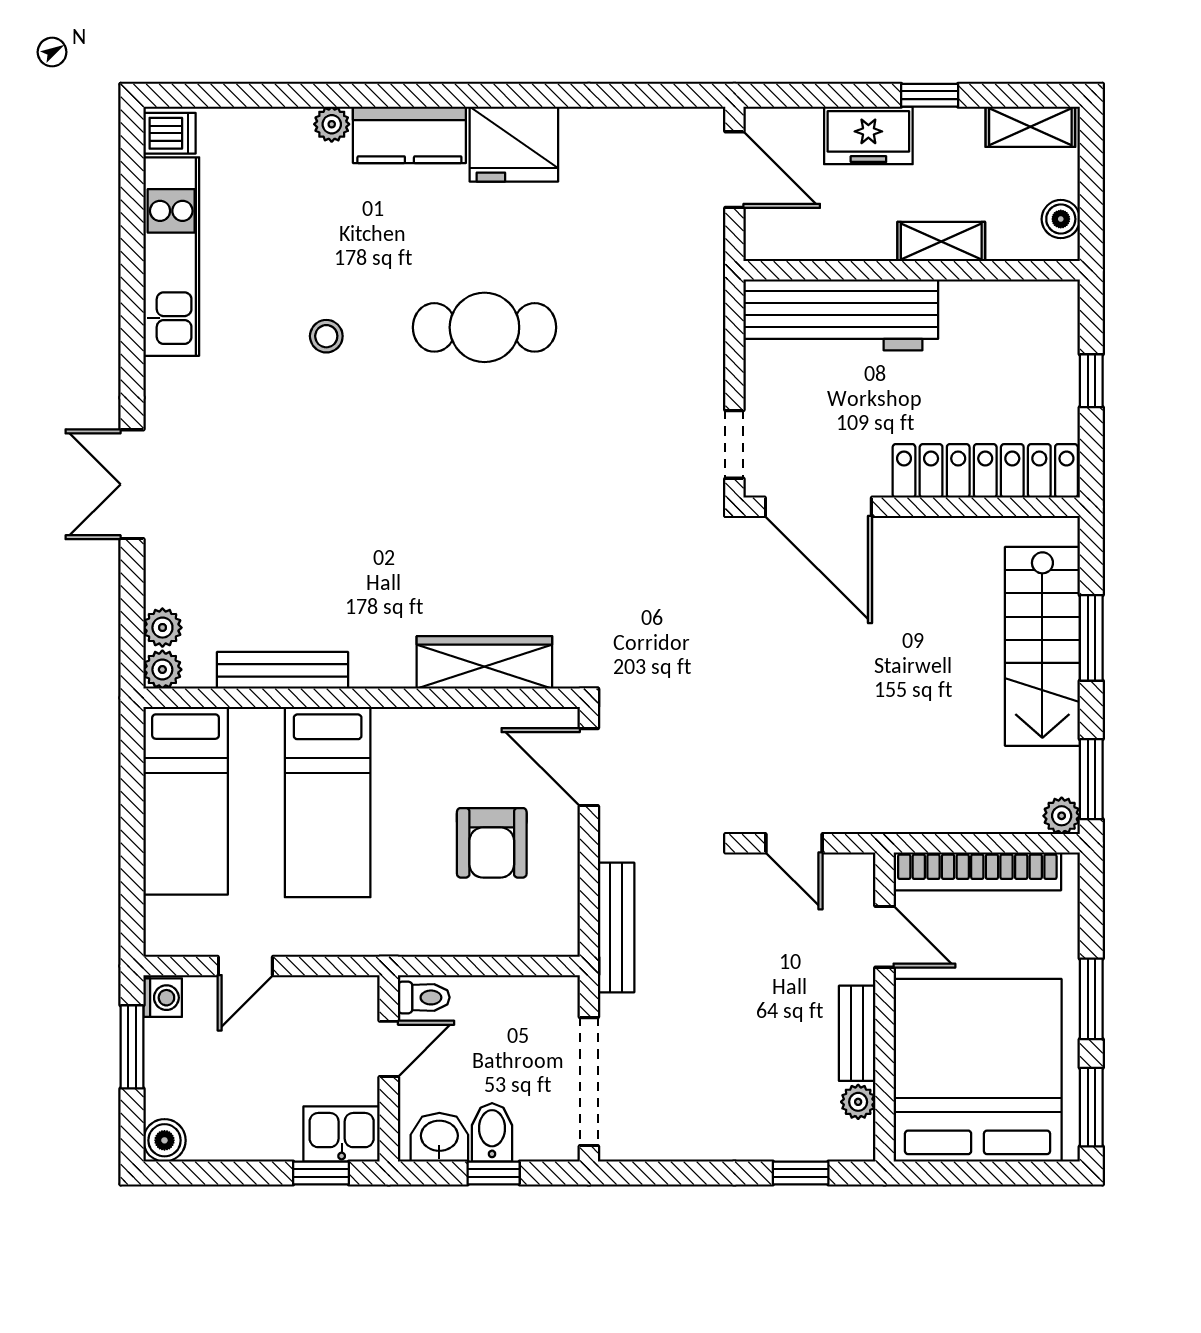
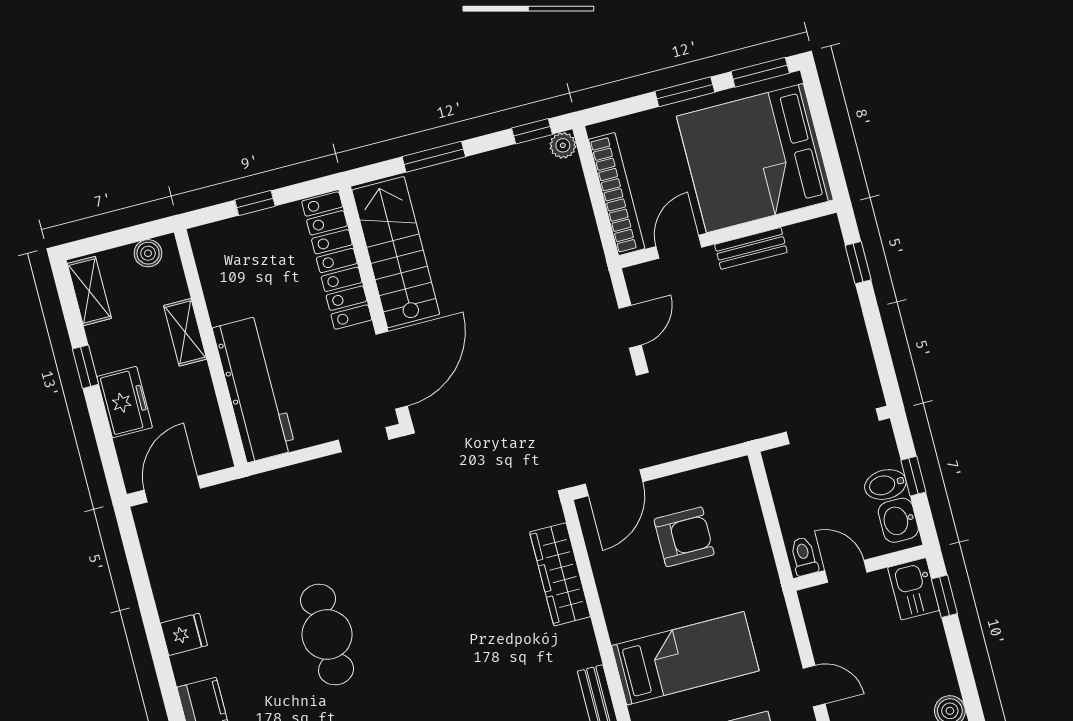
fridge: (514, 144) -> (184, 634), width x0.53, depth x0.75
stairs: (1042, 646) -> (396, 252), moved, turned -90
window: (1091, 779) -> (532, 131), width x0.67
bench: (616, 927) -> (721, 435), removed
plant: (858, 1102) -> (798, 235), removed

